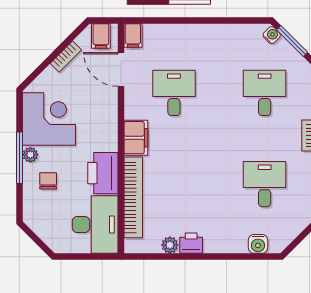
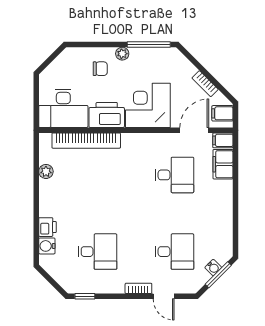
water cooler: (272, 35) -> (213, 268), moved
corner desk: (49, 119) -> (148, 105), moved, turned 180
filing cabinet: (136, 138) -> (223, 164), moved, turned 90
window: (19, 158) -> (149, 45), moved
printer: (191, 243) -> (47, 227), moved

